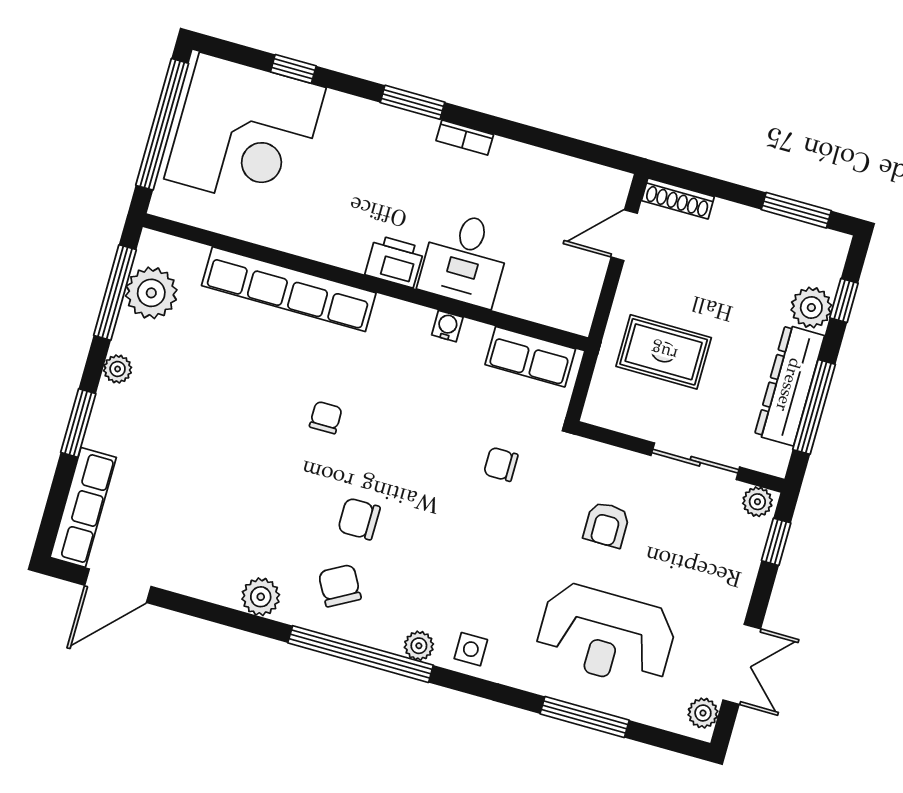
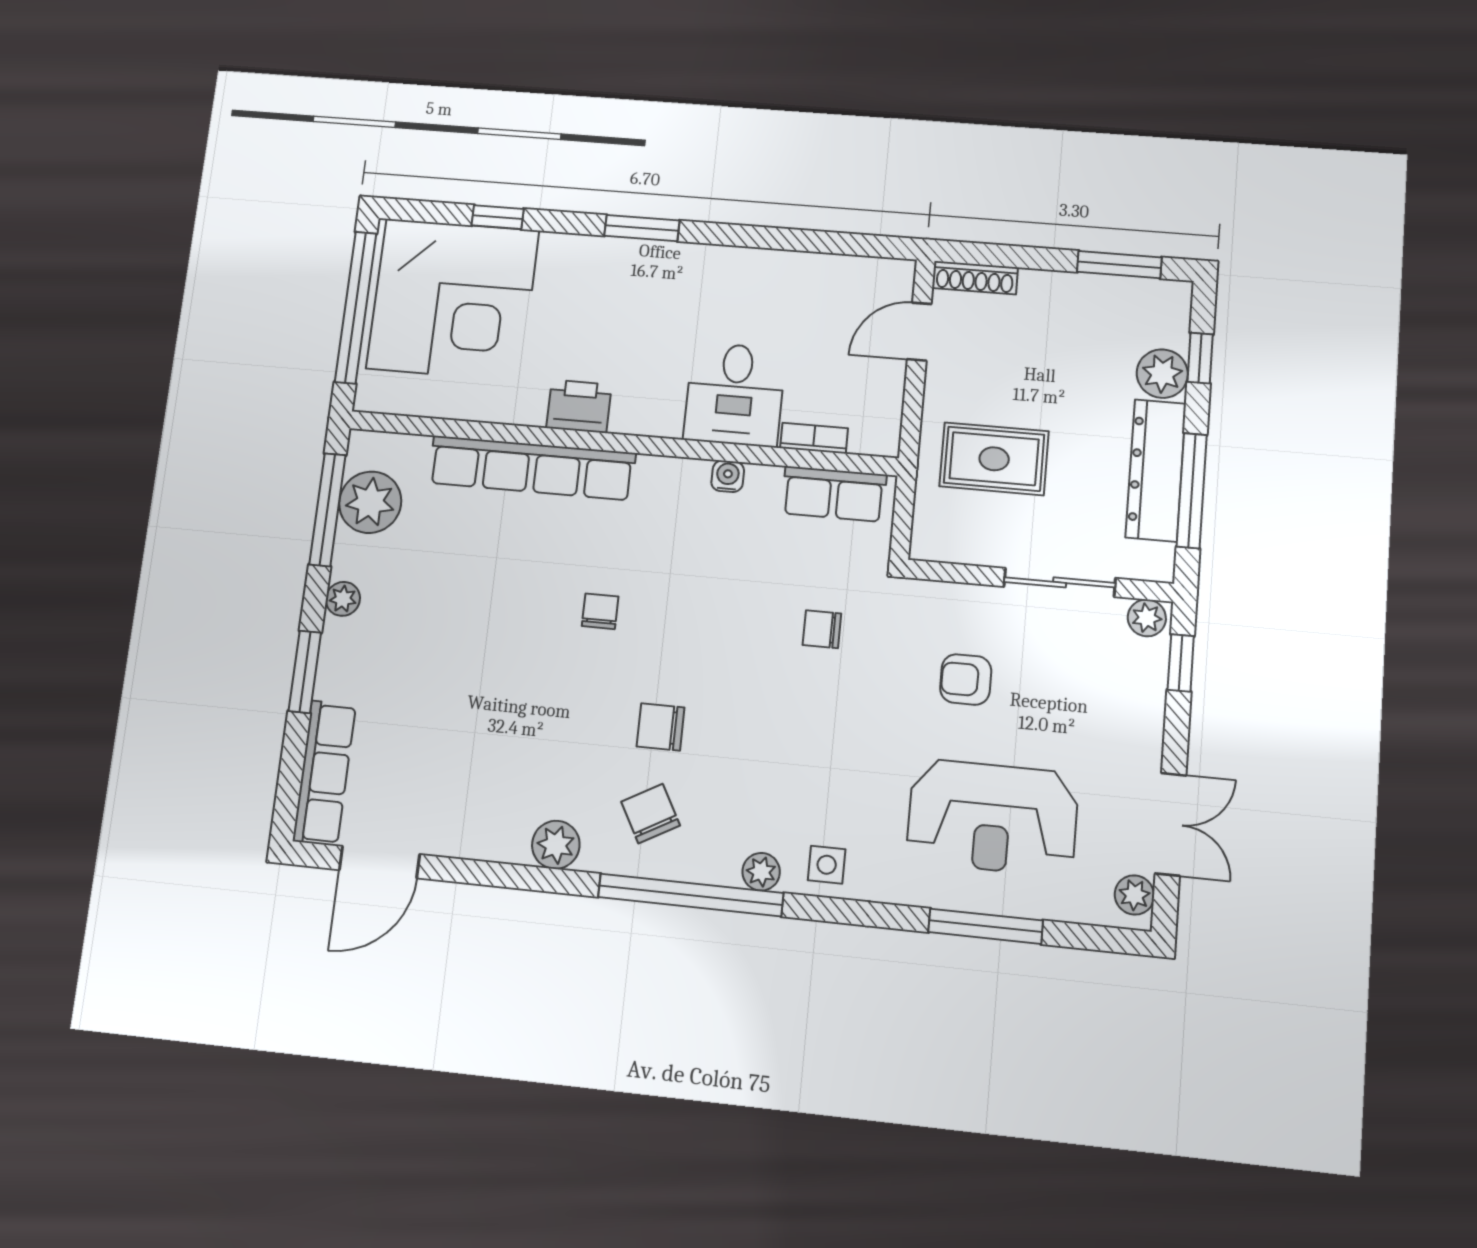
bookcase: (465, 138) -> (814, 438), moved, turned 180
printer: (395, 261) -> (579, 406), moved
armchair: (606, 525) -> (966, 679), turned 90

